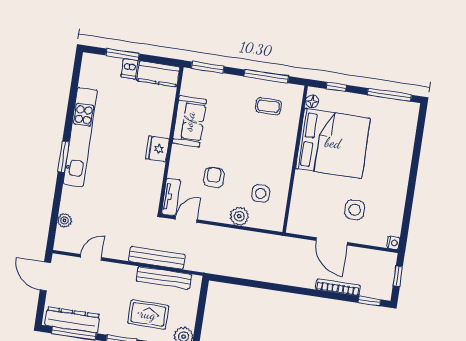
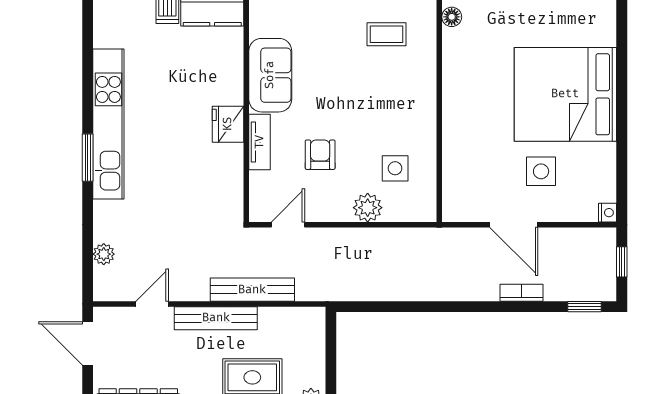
bed: (333, 143) -> (565, 94), moved, turned 180
tv unit: (171, 197) -> (260, 142), moved
bench: (164, 278) -> (216, 318), moved
bookcase: (338, 287) -> (522, 293), width x0.64

